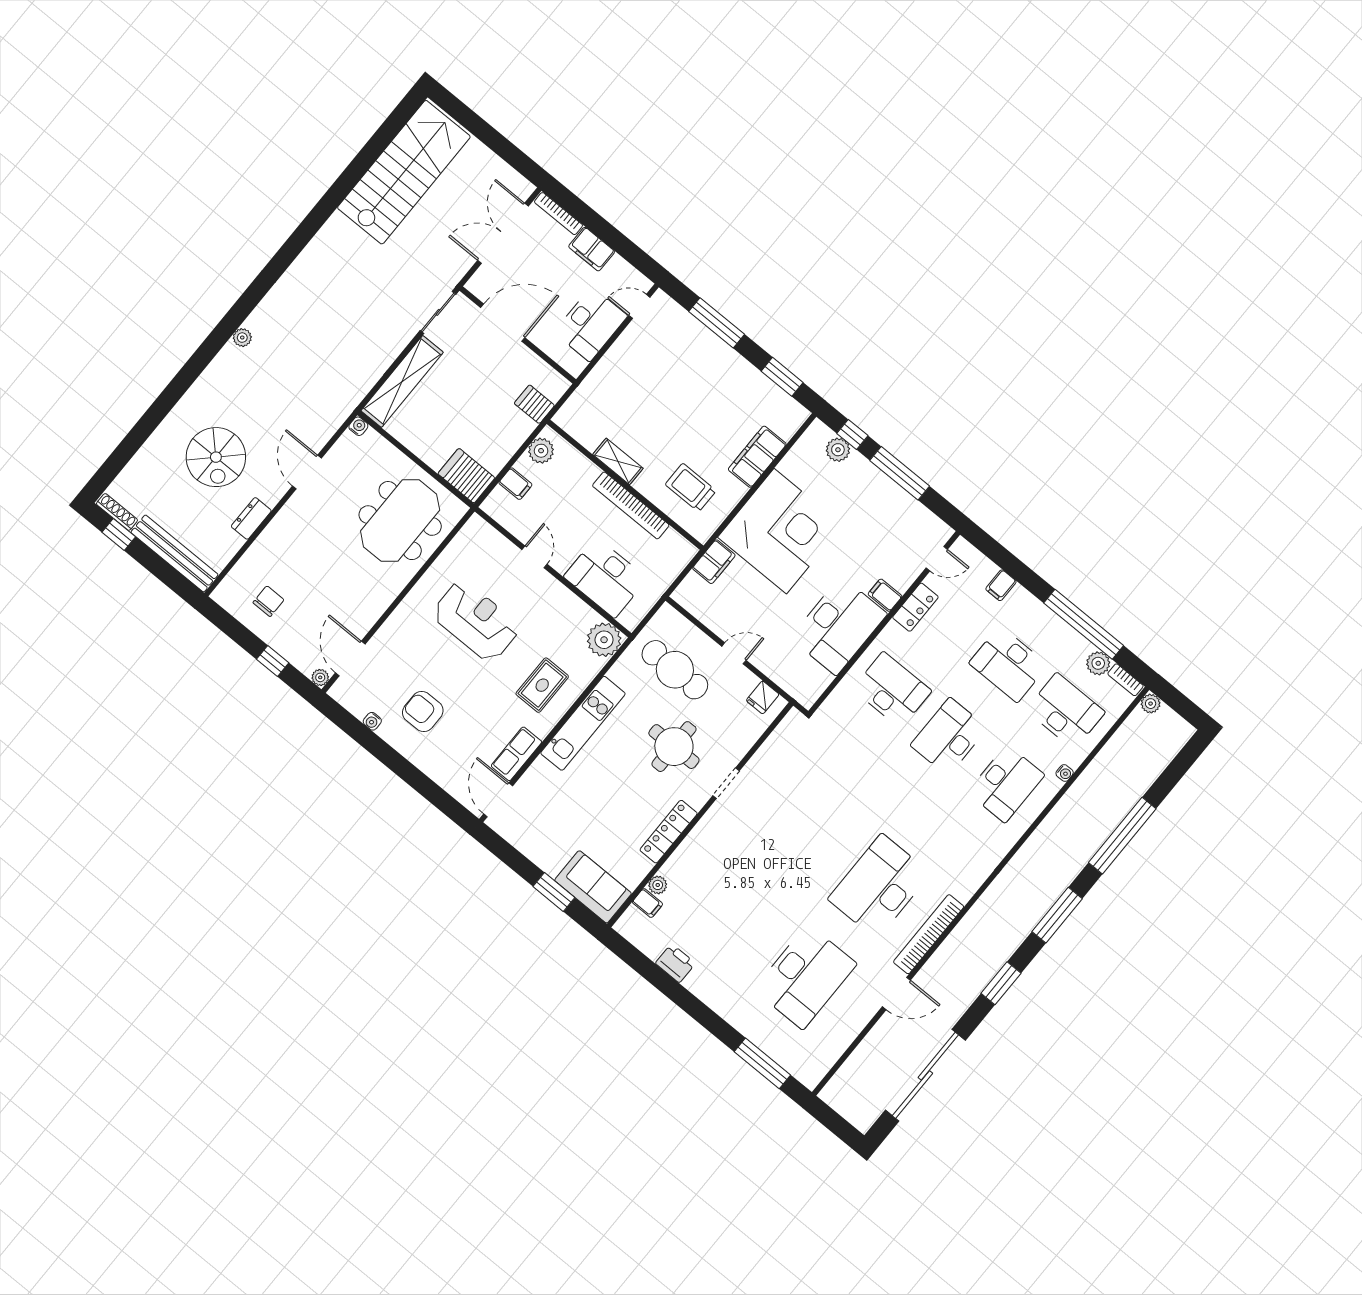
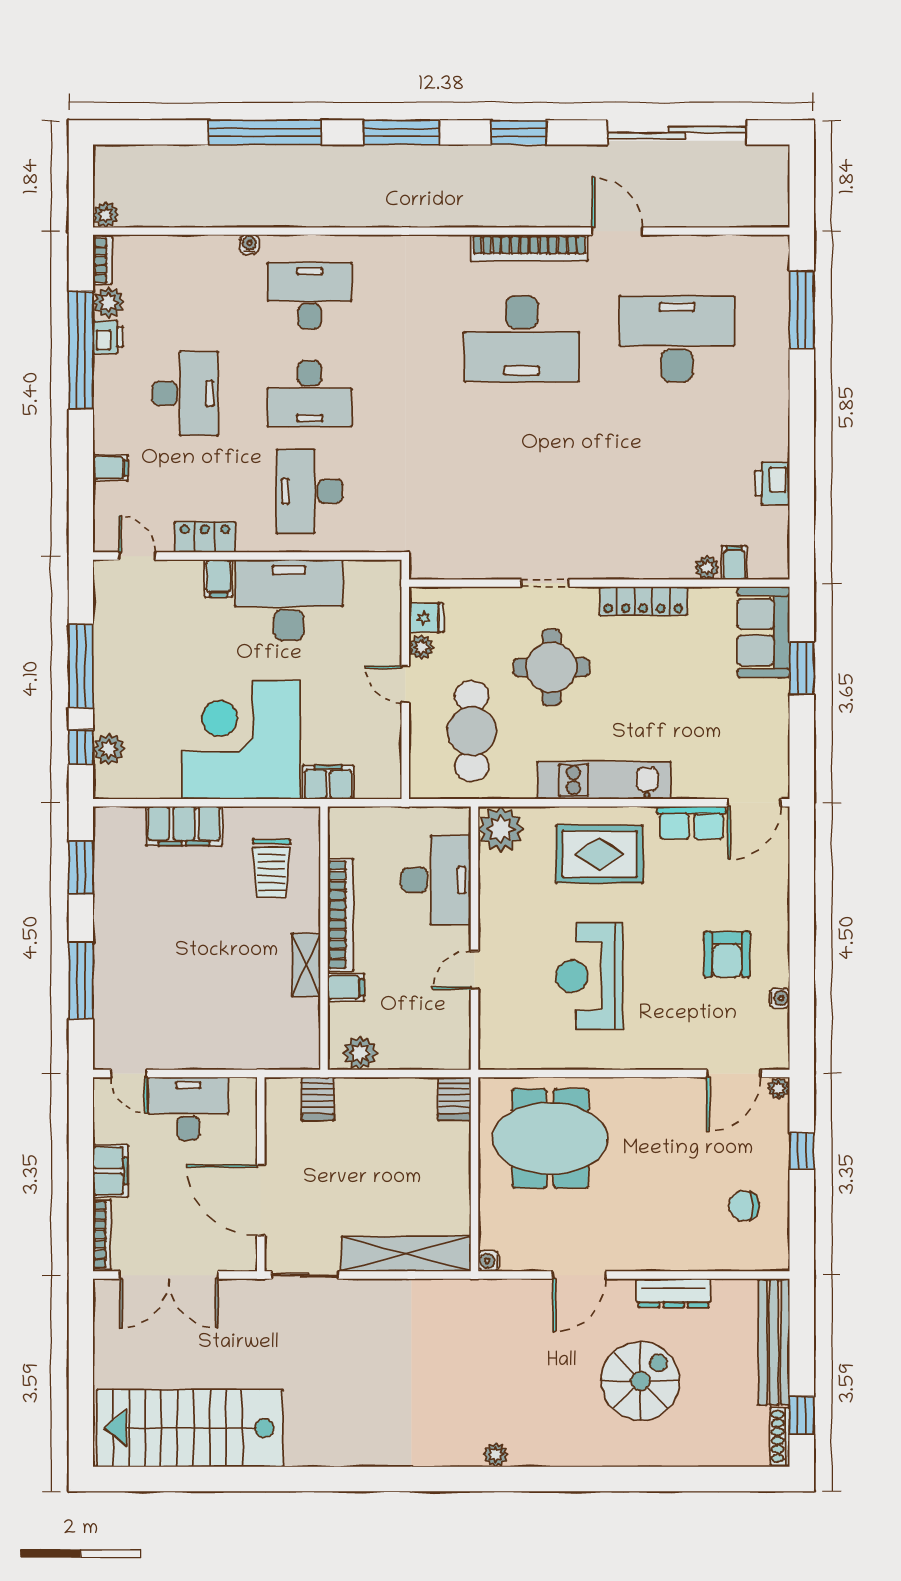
server rack: (466, 476) -> (454, 1099), width x0.73, depth x0.70
filing cabinet: (515, 484) -> (346, 987), moved, turned 90
dresser: (251, 518) -> (674, 1293), width x1.44
printer: (1078, 646) -> (108, 337), added
plant: (748, 680) -> (421, 647), added
rug: (542, 685) -> (599, 854), width x1.36, depth x1.43
desk: (1065, 711) -> (185, 296), removed

